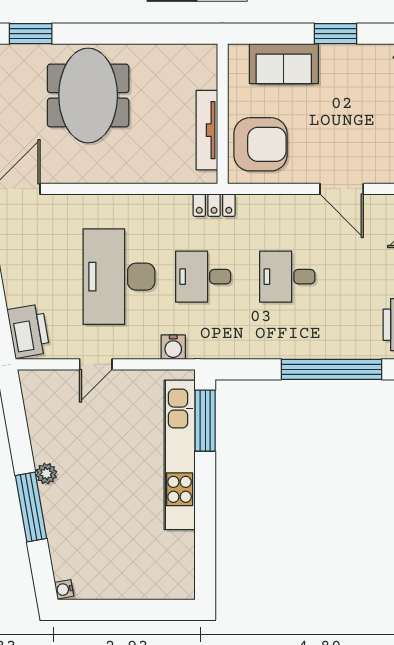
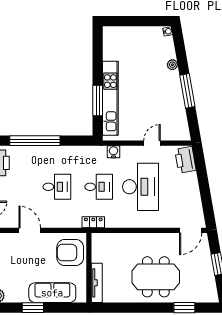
sofa: (284, 64) -> (52, 293), width x1.36
meeting table: (88, 95) -> (156, 277), turned 90
tv unit: (207, 130) -> (97, 283), moved
window: (205, 421) -> (98, 100), moved
plant: (46, 474) -> (172, 65), moved
window: (31, 507) -> (187, 91), moved

